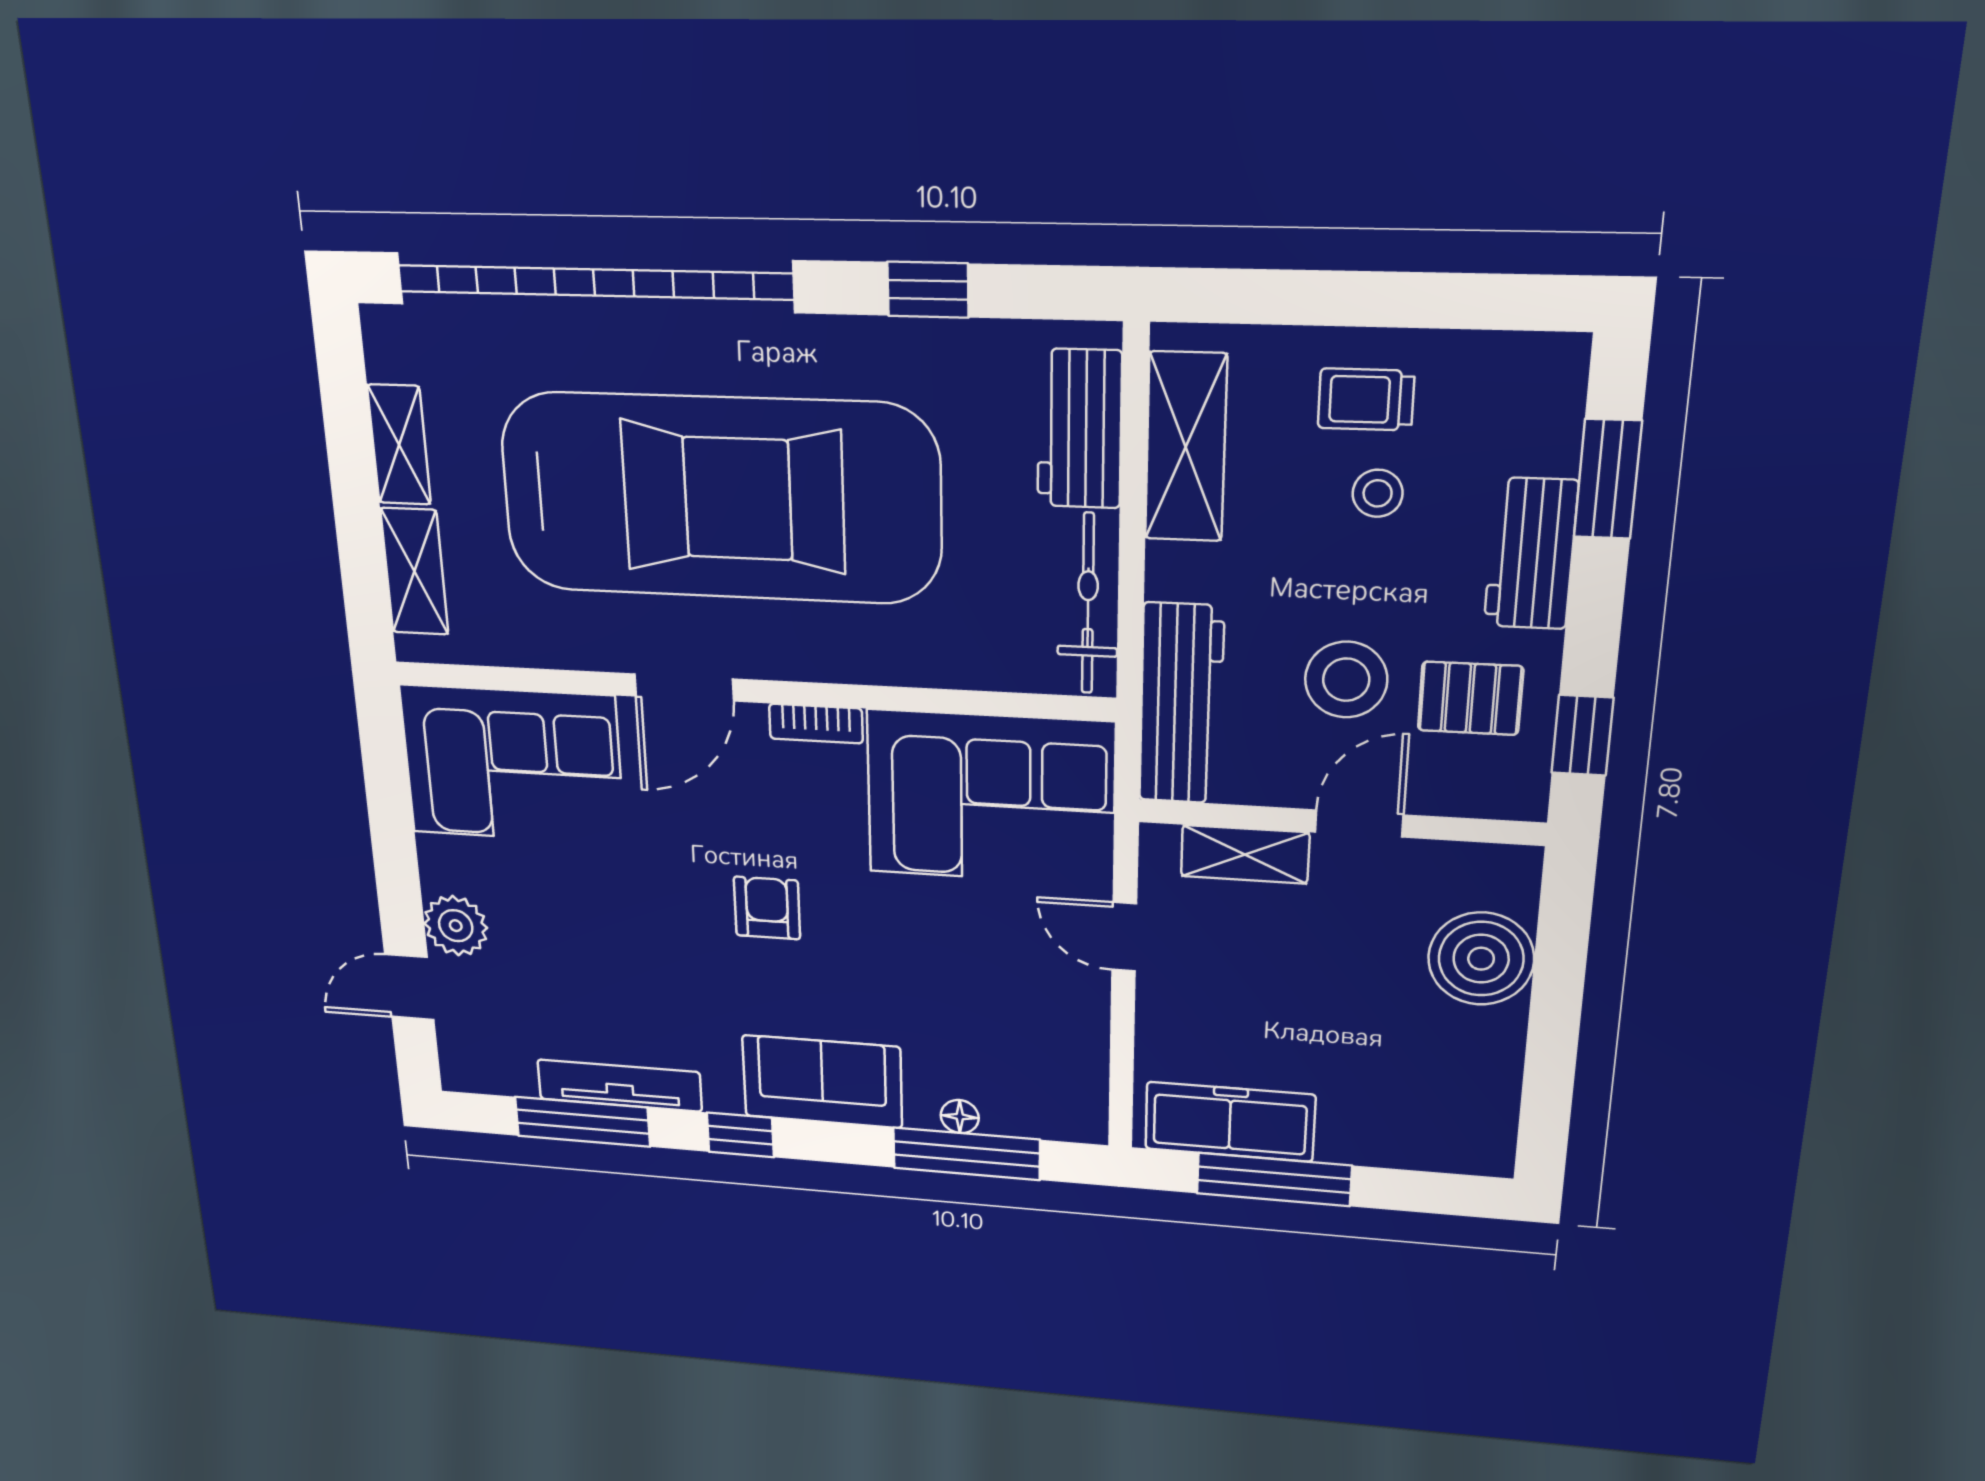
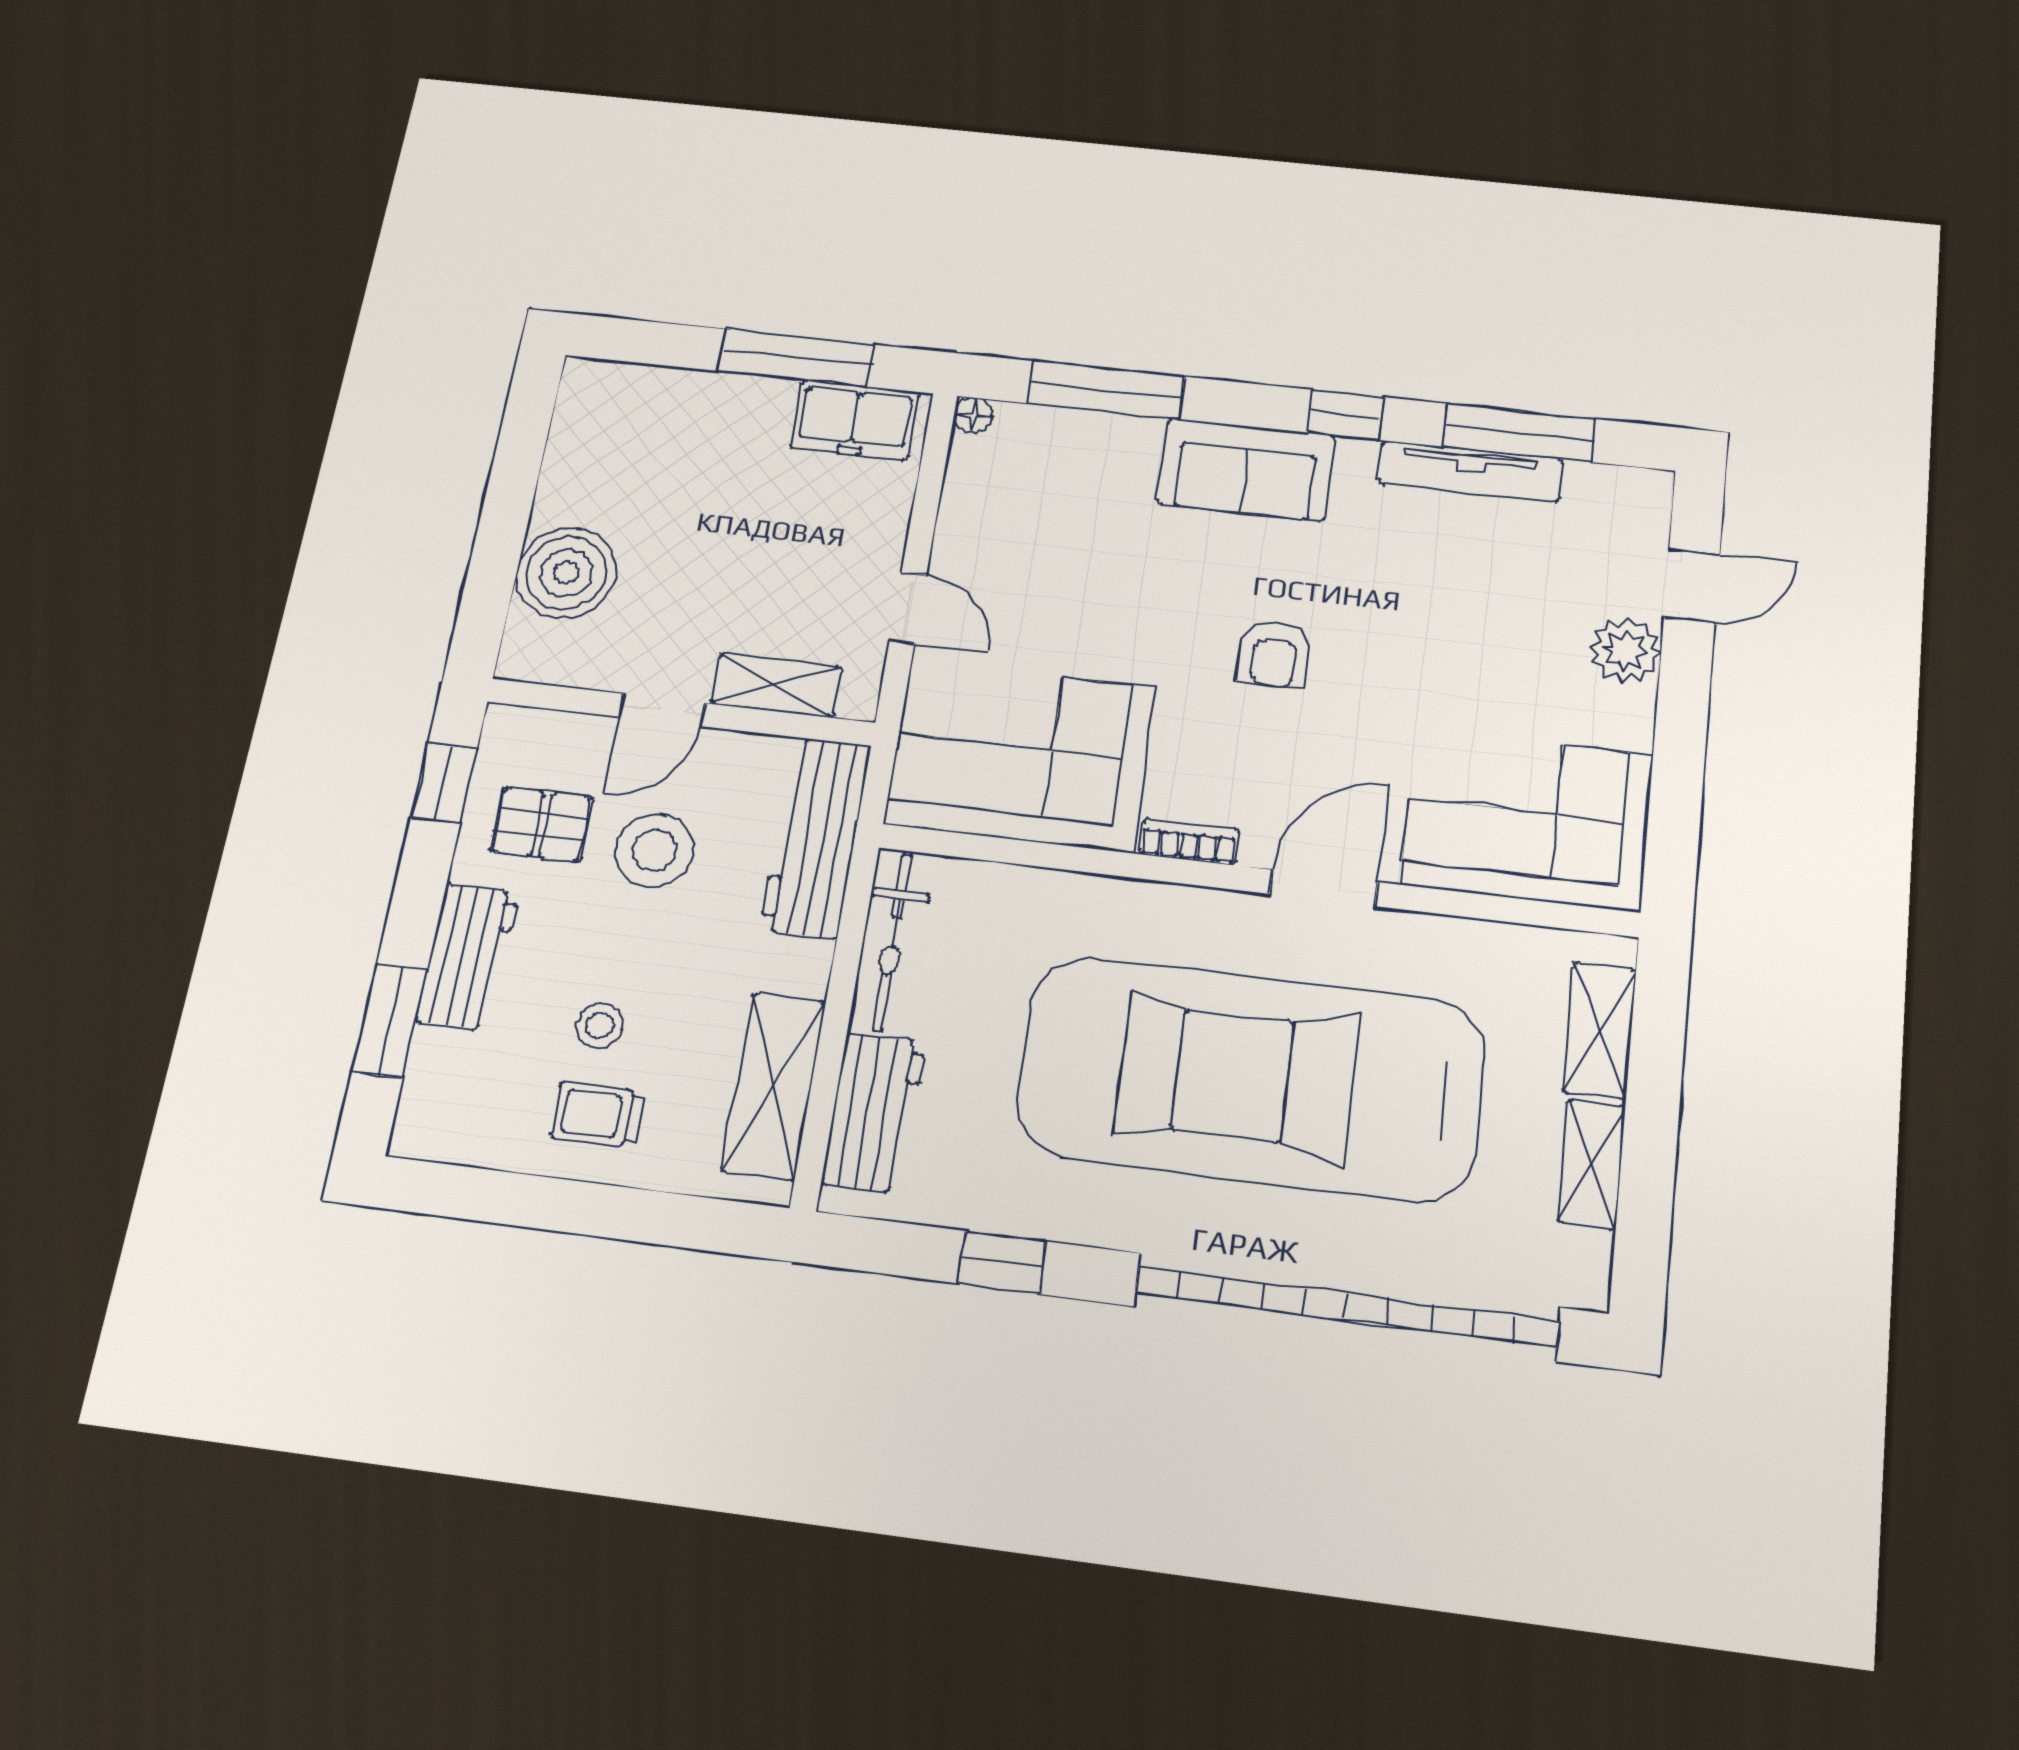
trolley: (1366, 399) -> (598, 1115), turned 180
floor lamp: (960, 1117) -> (973, 415), moved
freezer: (1230, 1122) -> (855, 420), width x0.71

